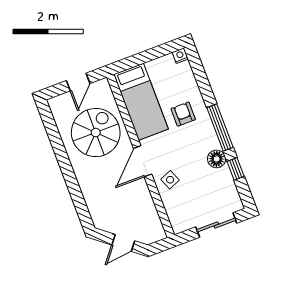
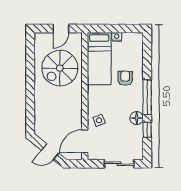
nightstand: (180, 56) -> (117, 37), moved
spiral stairs: (96, 133) -> (60, 68), turned 180
door: (143, 161) -> (85, 141), moved

